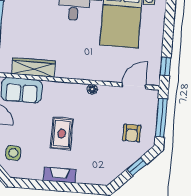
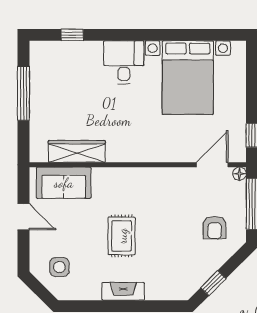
floor lamp: (92, 89) -> (239, 174), moved
window: (137, 167) -> (213, 283), moved

